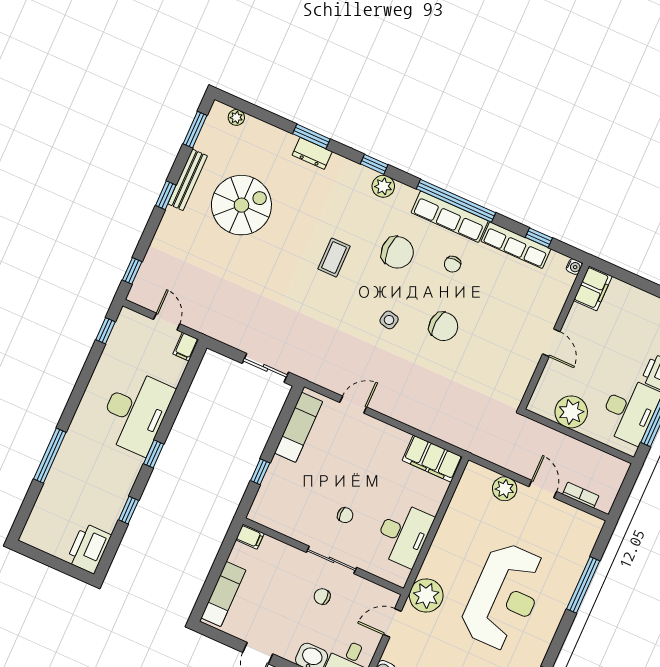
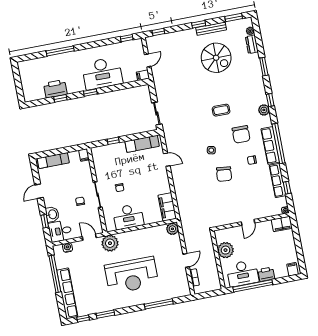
dresser: (312, 153) -> (252, 44), moved
plant: (505, 489) -> (172, 229), moved
printer: (89, 548) -> (55, 89), moved

